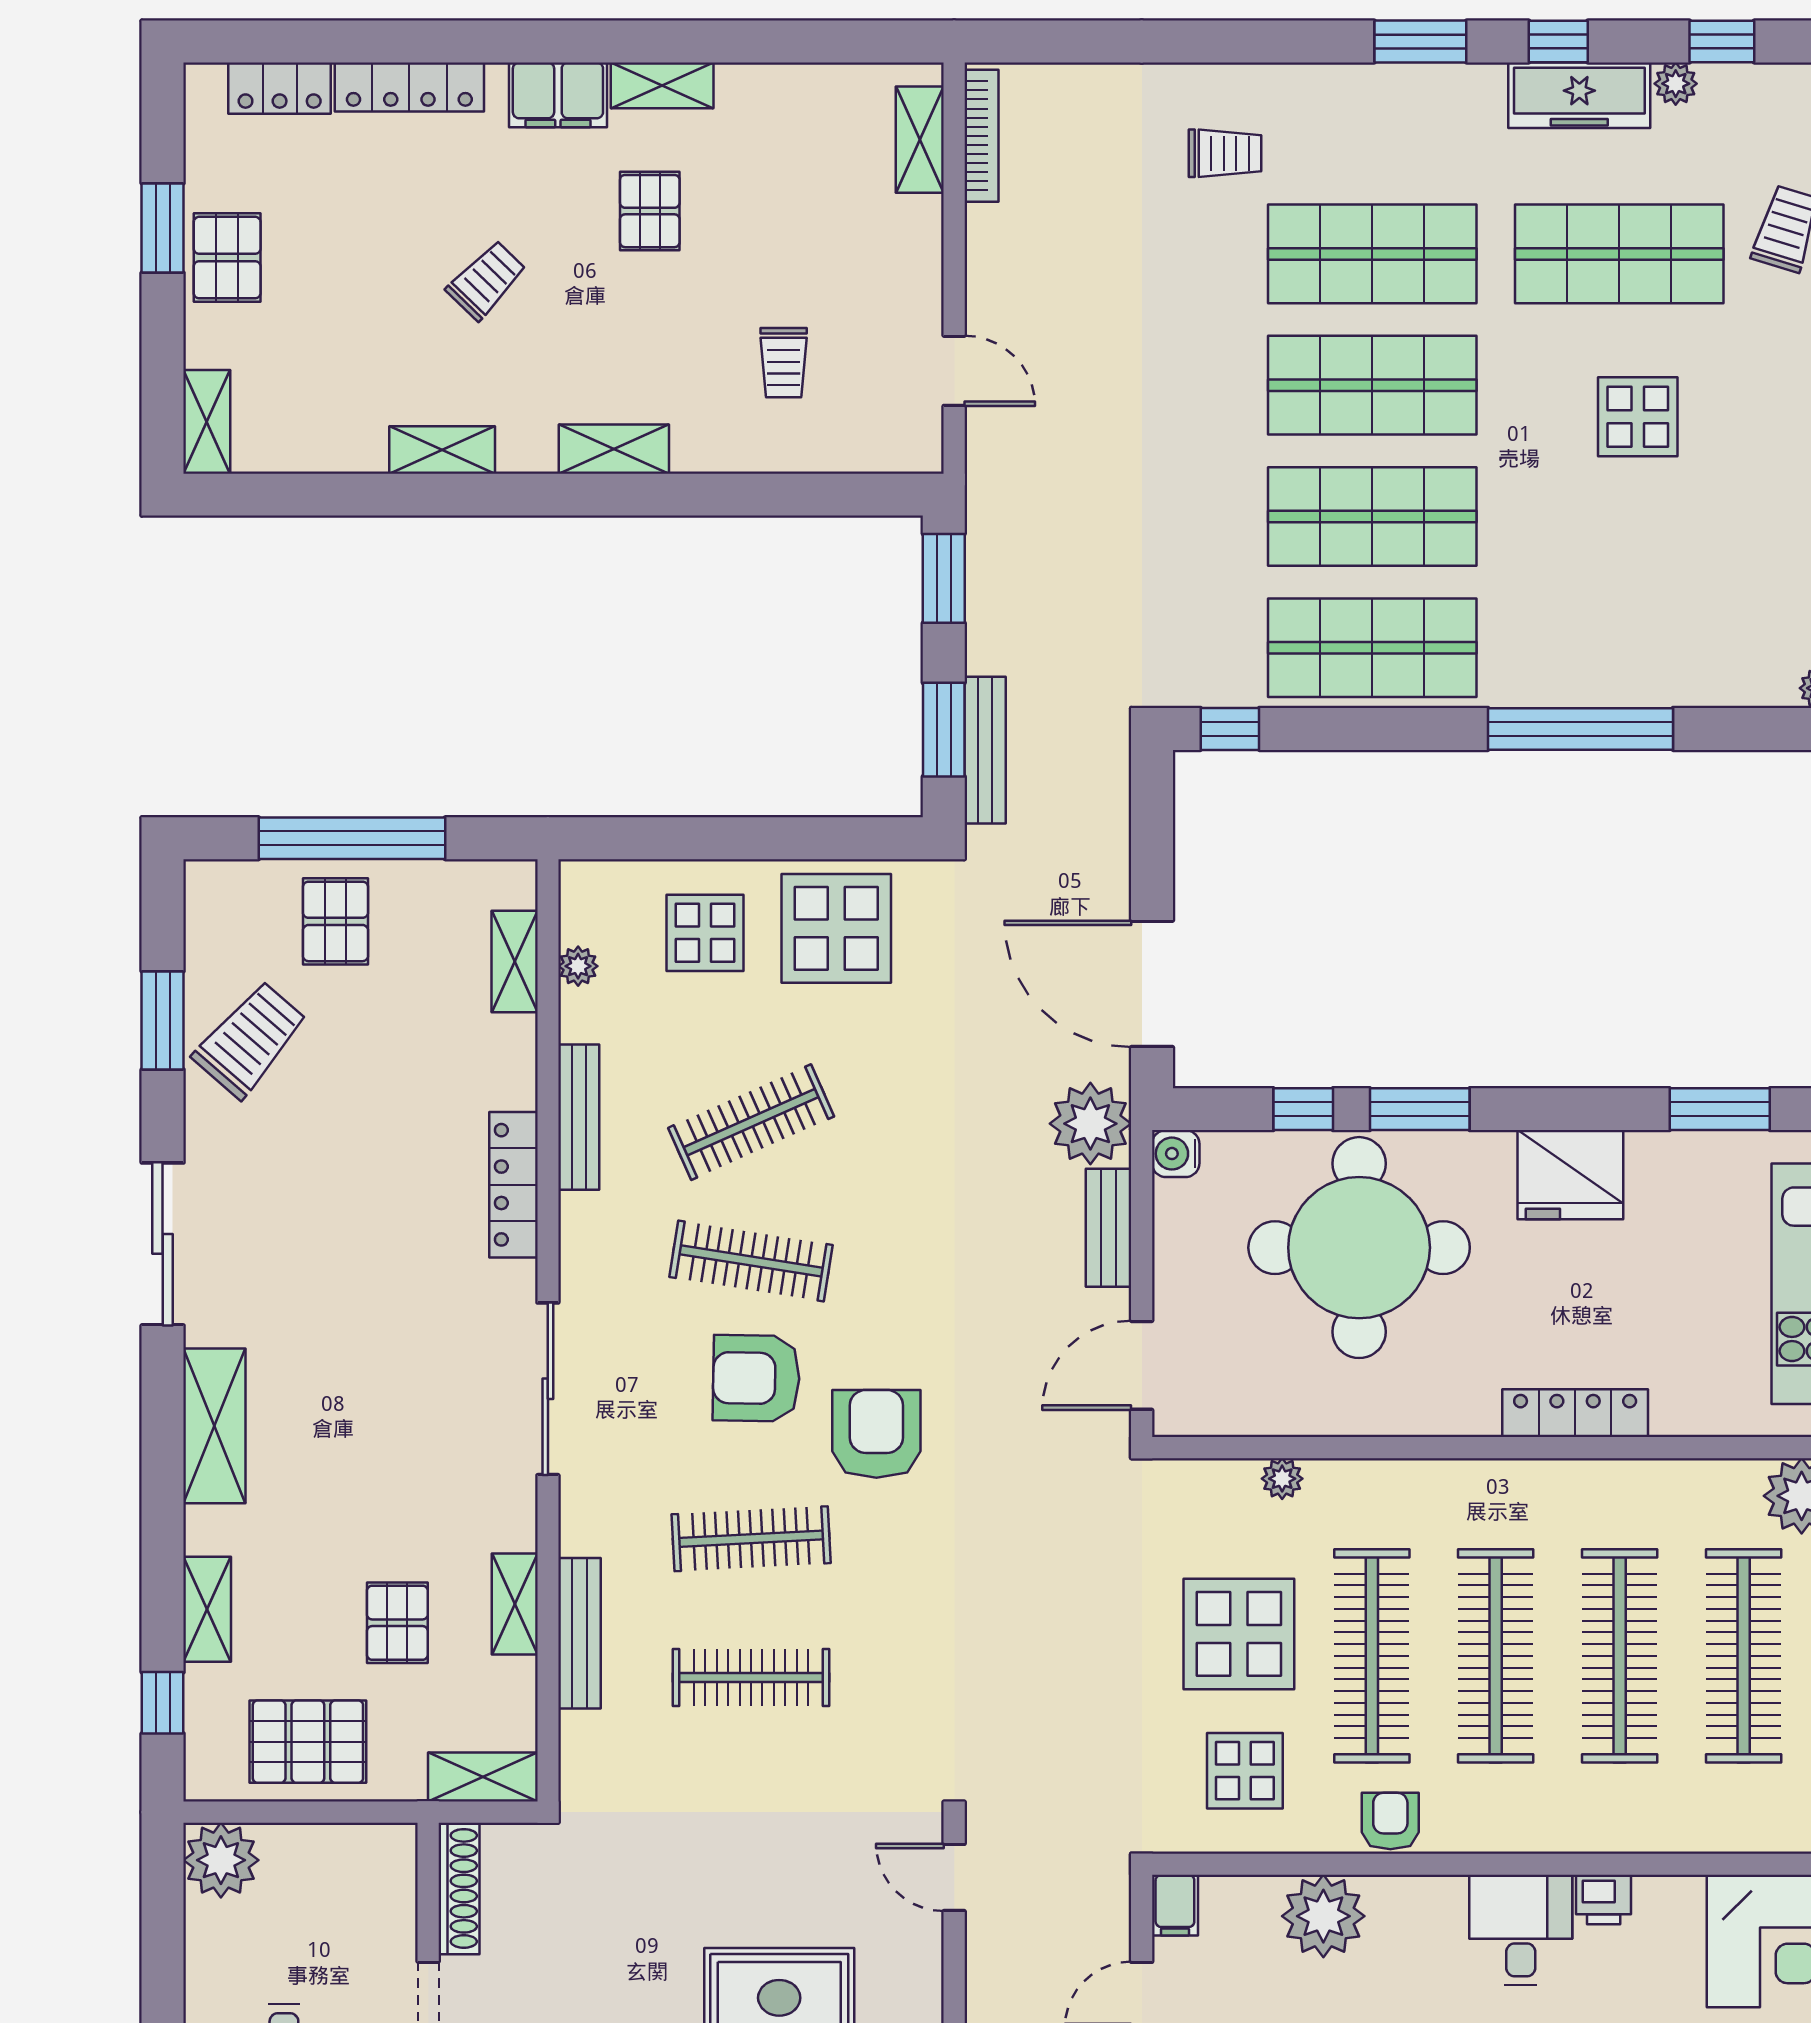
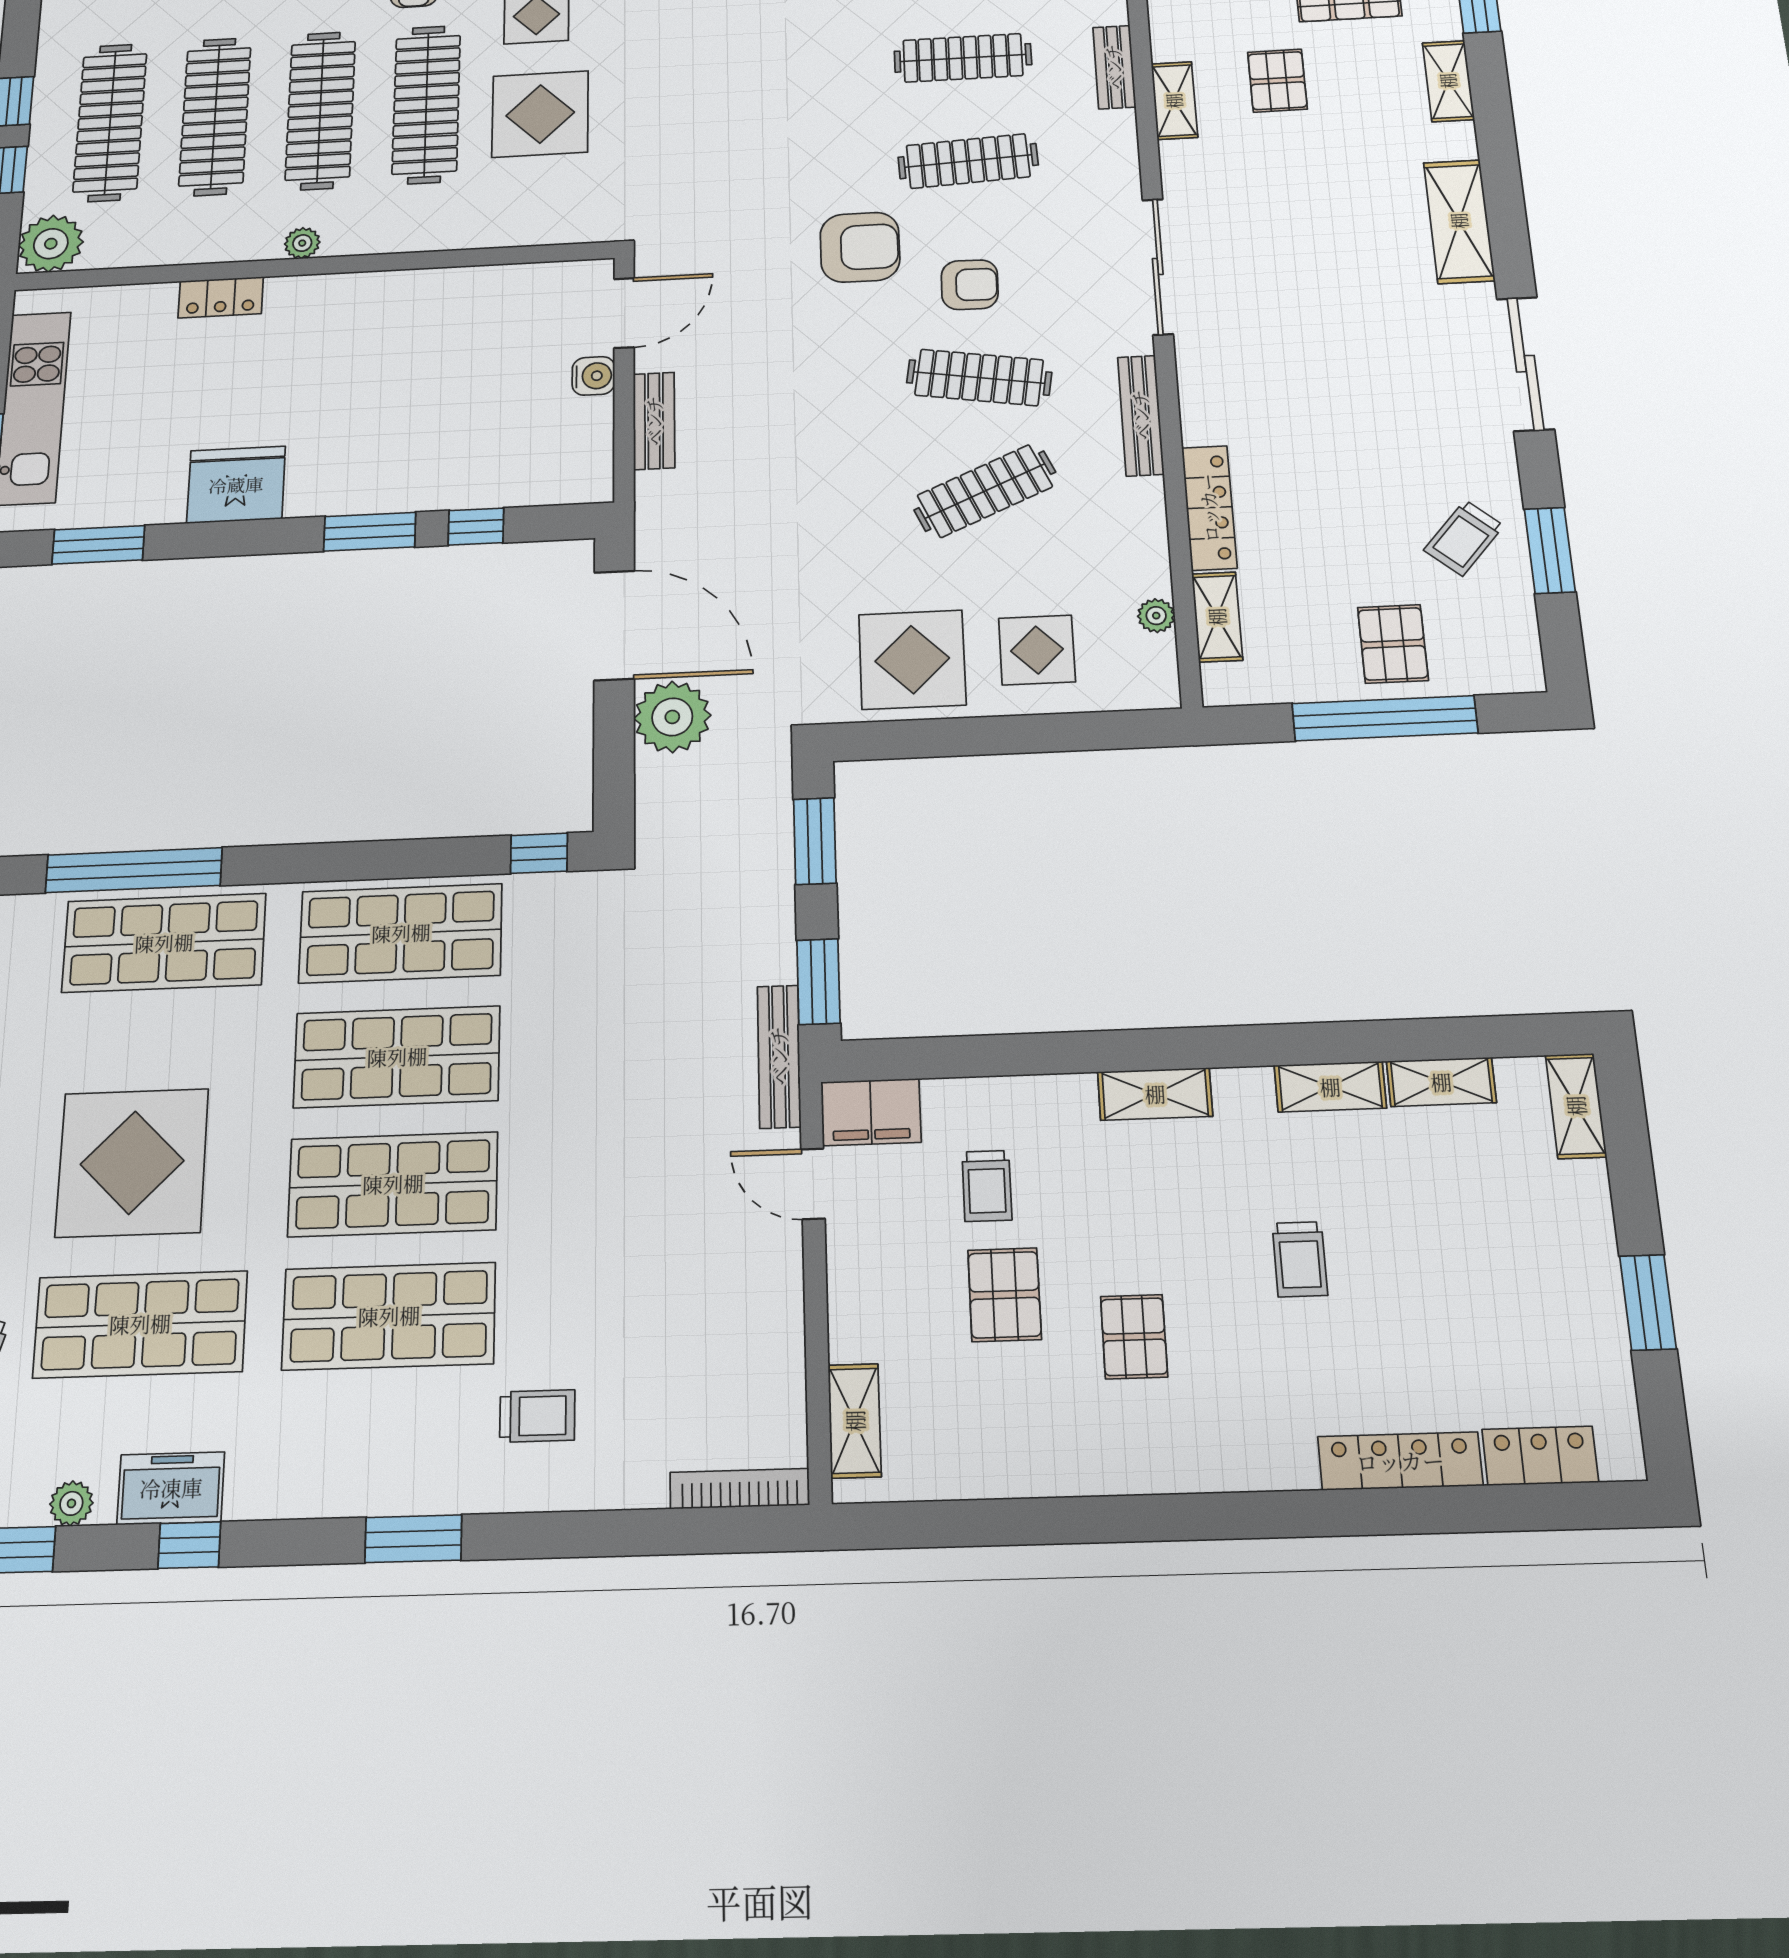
window: (1420, 42) -> (413, 1539), moved
shelving: (662, 85) -> (1441, 1082), moved
filing cabinet: (558, 95) -> (871, 1112), moved, turned 180
freezer: (1579, 95) -> (171, 1488), width x0.71
bookcase: (981, 136) -> (740, 1489), moved, turned 90
trolley: (1225, 153) -> (537, 1416), turned 180
pallet: (227, 258) -> (1005, 1295), moved
trolley: (486, 280) -> (1300, 1259), turned -44
trolley: (784, 363) -> (987, 1186), turned 180
display table: (1638, 417) -> (132, 1163), width x1.86, depth x1.86
shop shelf: (1619, 648) -> (164, 943), added
window: (1581, 729) -> (134, 870), moved
bench: (985, 750) -> (779, 1056), moved
trolley: (250, 1040) -> (1464, 538), width x0.73, depth x0.72
bench: (579, 1117) -> (1141, 415), moved
plant: (1090, 1124) -> (672, 717), moved
water cooler: (1176, 1154) -> (593, 376), moved
locker: (513, 1185) -> (1209, 508), moved
round table: (1359, 1248) -> (428, 416), removed
armchair: (756, 1378) -> (970, 285), width x0.72, depth x0.72
locker: (1575, 1413) -> (221, 297), width x0.66
armchair: (876, 1434) -> (860, 247), turned -90
plant: (1282, 1479) -> (302, 243), moved
bench: (579, 1633) -> (1114, 67), width x0.73

